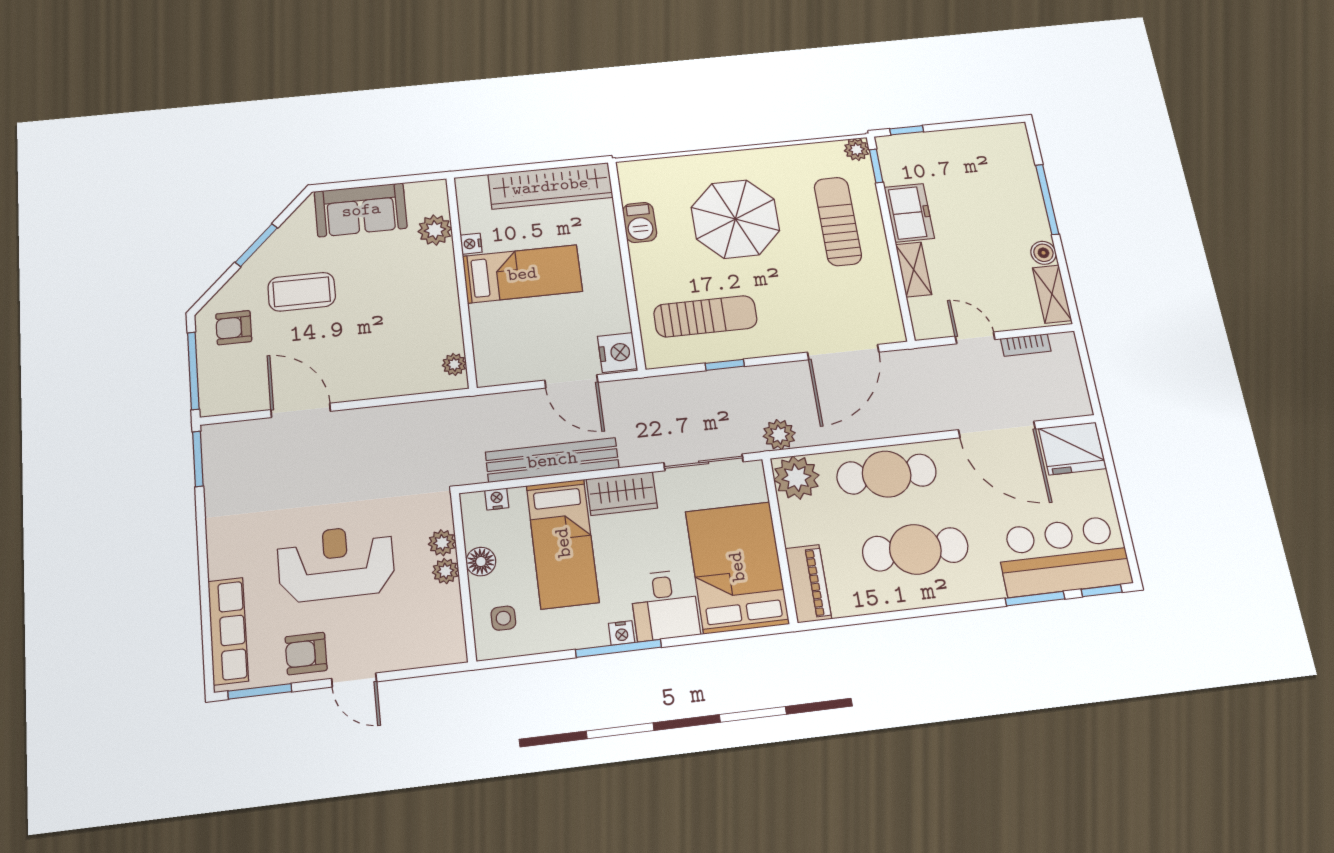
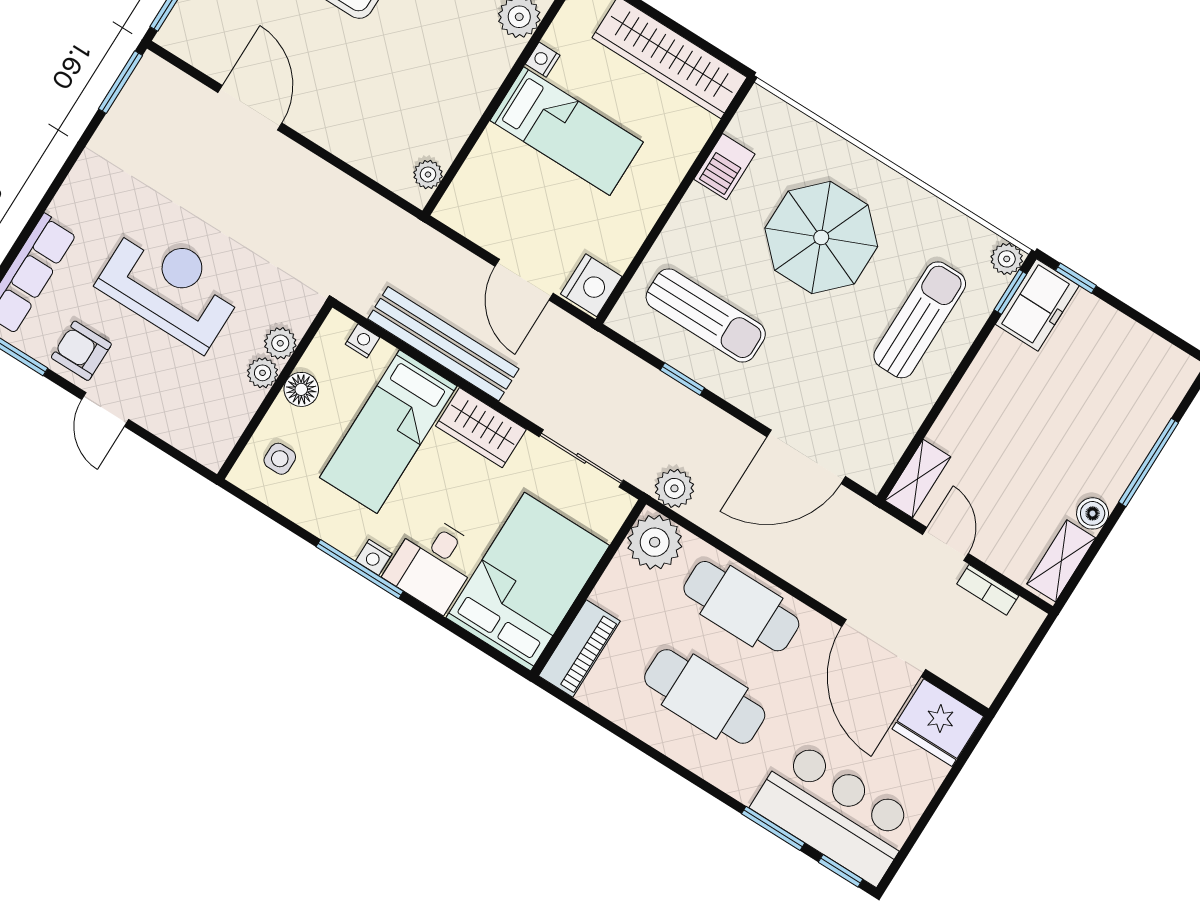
freezer: (909, 213) -> (1037, 305), moved
shelving: (914, 269) -> (918, 479), moved

